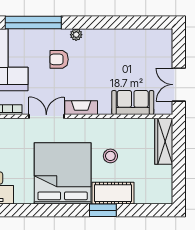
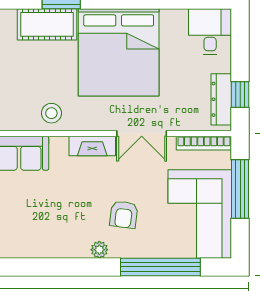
armchair: (59, 59) -> (124, 215), turned 97
stool: (110, 156) -> (51, 113), moved

